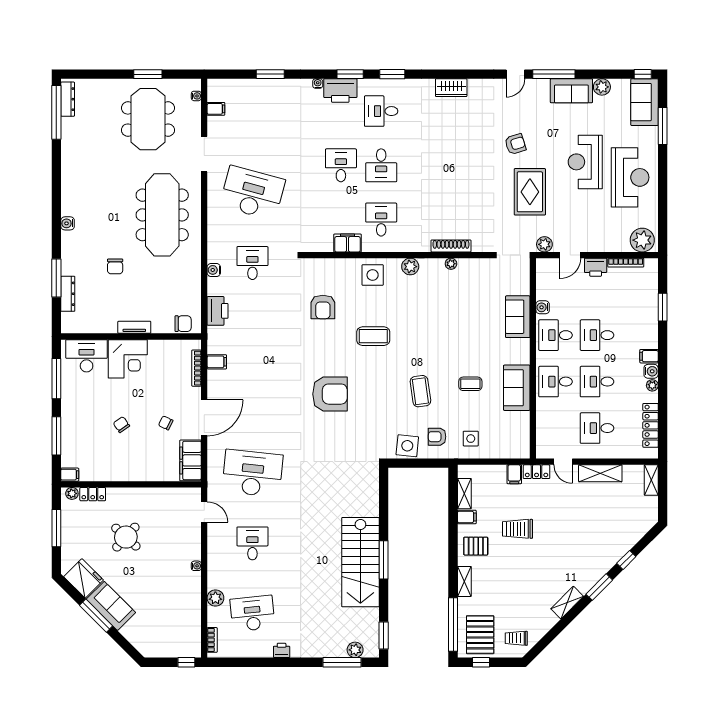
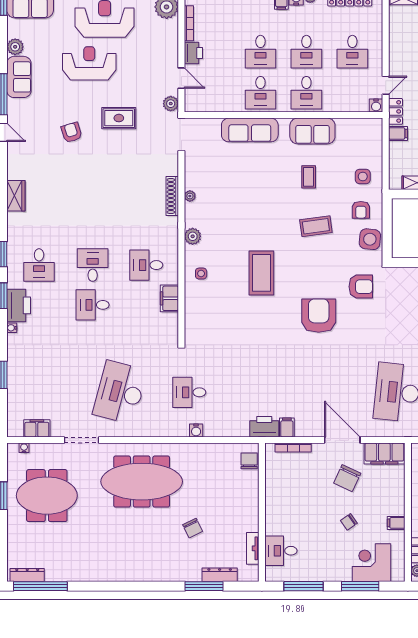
filing cabinet: (216, 109) -> (37, 428), width x2.00
reception desk: (585, 162) -> (89, 63), turned 180
desk: (381, 165) -> (93, 265), turned -90
rug: (530, 192) -> (119, 118), width x0.73, depth x0.70
water cooler: (68, 223) -> (150, 575), removed
chair: (115, 266) -> (193, 528), turned 64
side table: (373, 275) -> (201, 274), width x0.54, depth x0.54
armchair: (323, 307) -> (361, 287), moved
water cooler: (543, 307) -> (376, 105), moved
printer: (218, 311) -> (264, 427), moved
sofa: (518, 317) -> (250, 130), width x1.36
tv unit: (134, 327) -> (253, 548), moved
coffee table: (373, 336) -> (261, 273), width x1.36, depth x1.32
desk: (87, 356) -> (281, 551), width x0.73
corner desk: (128, 359) -> (372, 563), moved, turned -90
chair: (166, 423) -> (347, 478), width x1.87, depth x1.87
shelving: (600, 473) -> (397, 48), removed
filing cabinet: (70, 475) -> (396, 523), moved, turned -90

